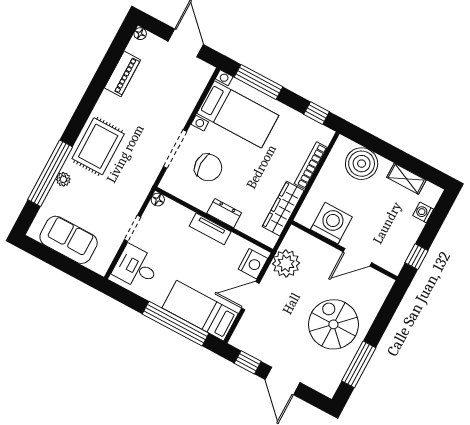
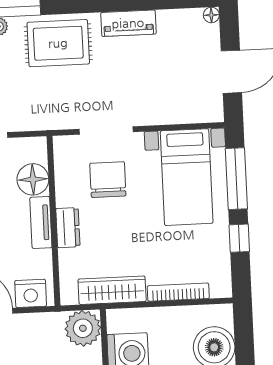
piano: (122, 74) -> (128, 23), moved
window: (317, 113) -> (239, 238), moved
chair: (208, 168) -> (108, 180), turned 180
floor lamp: (158, 200) -> (33, 179), moved, width x1.89, depth x1.89
plant: (286, 263) -> (83, 328), moved

